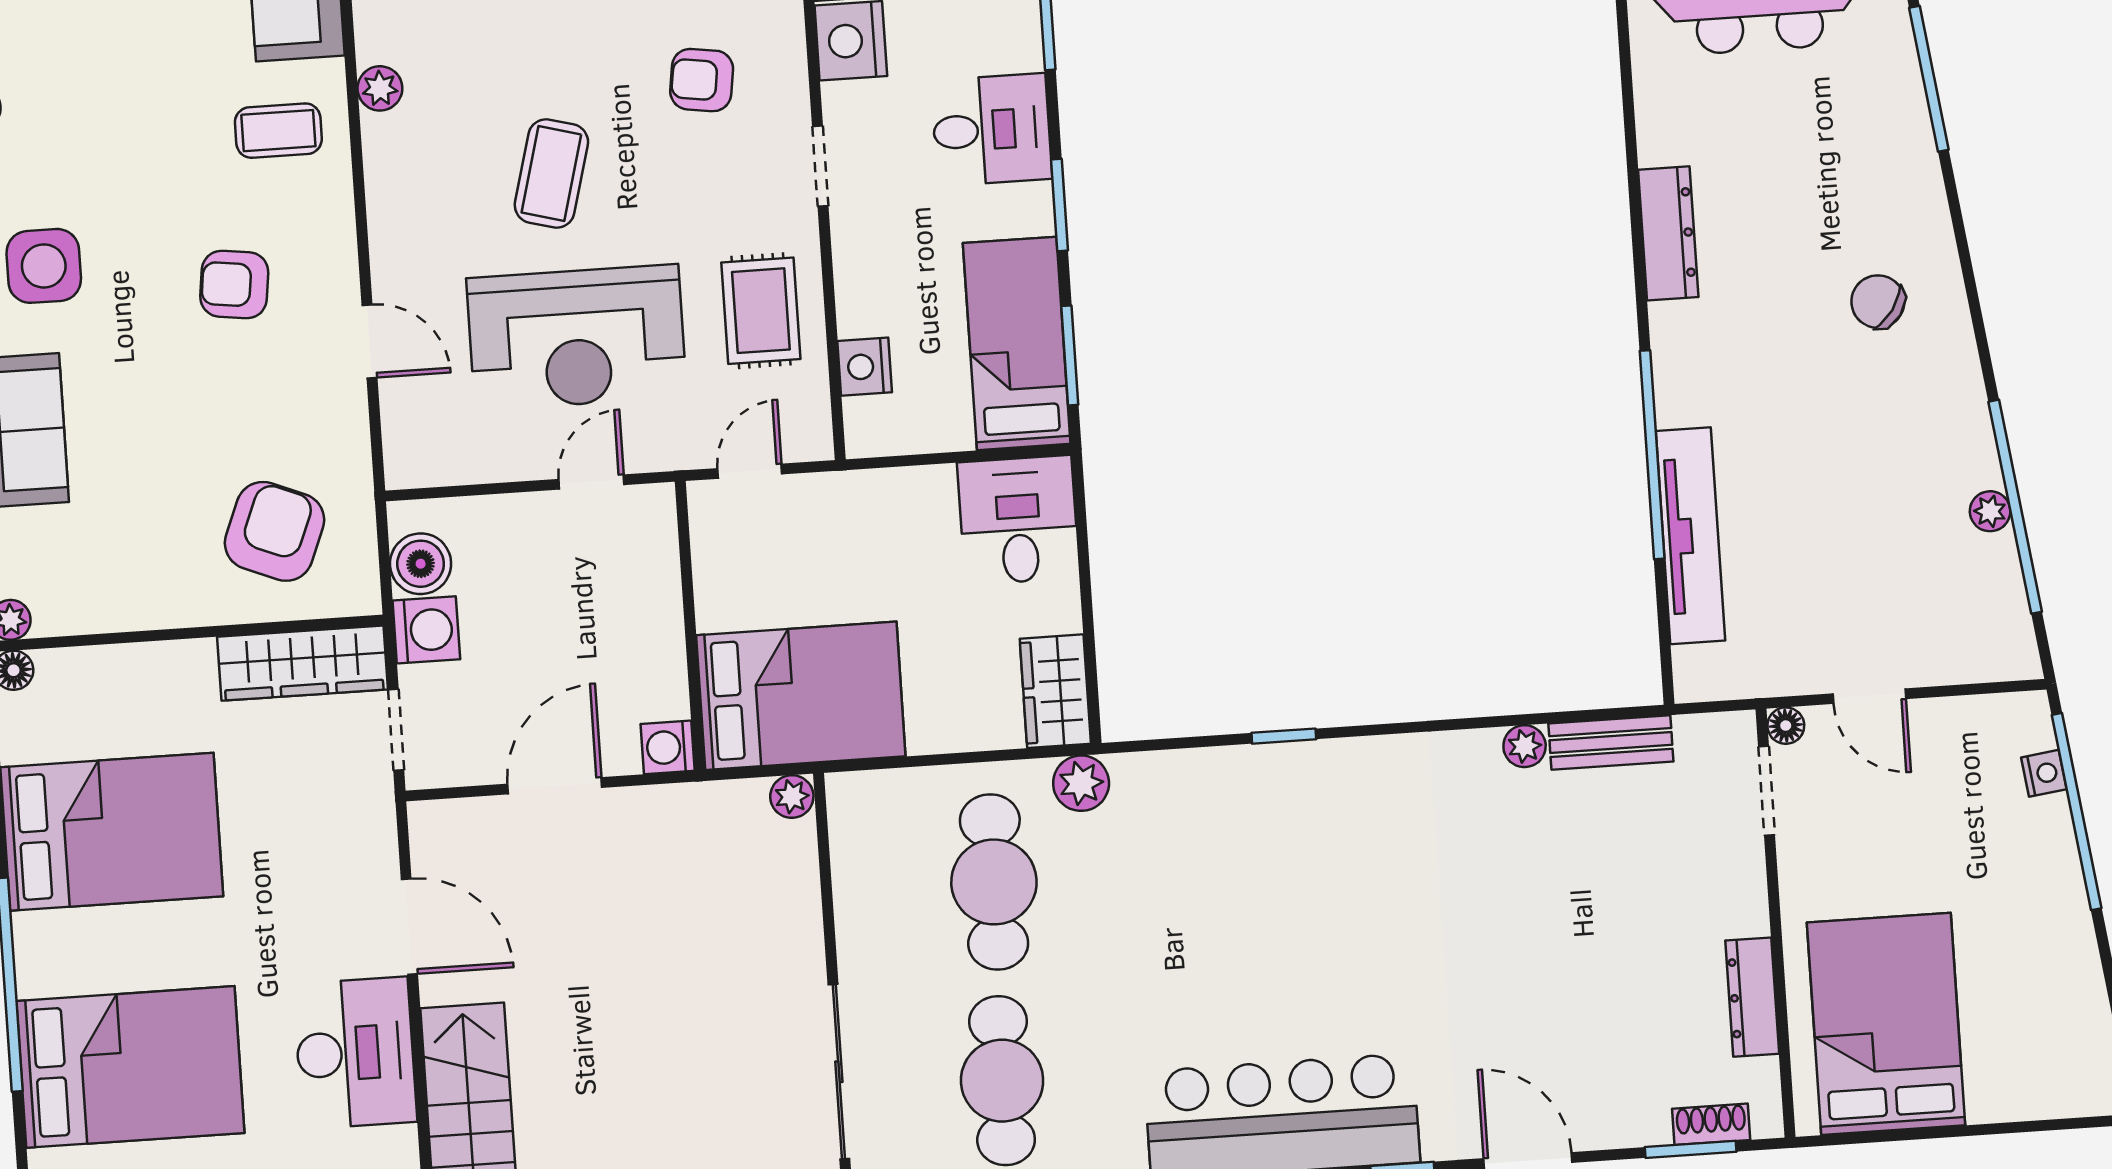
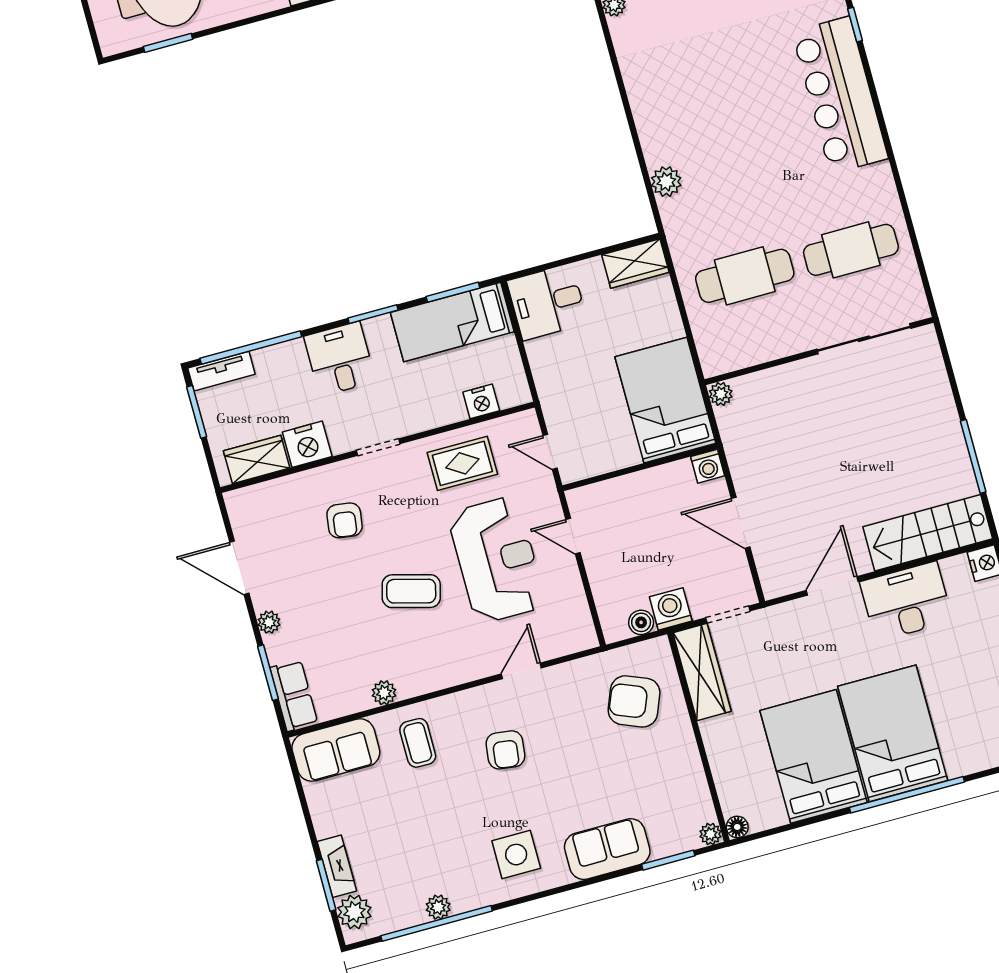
boiler: (421, 564) -> (641, 622), width x0.73, depth x0.73
window: (1284, 736) -> (635, 136), removed
plant: (1081, 783) -> (666, 182), moved
bed: (130, 1067) -> (893, 733), moved

